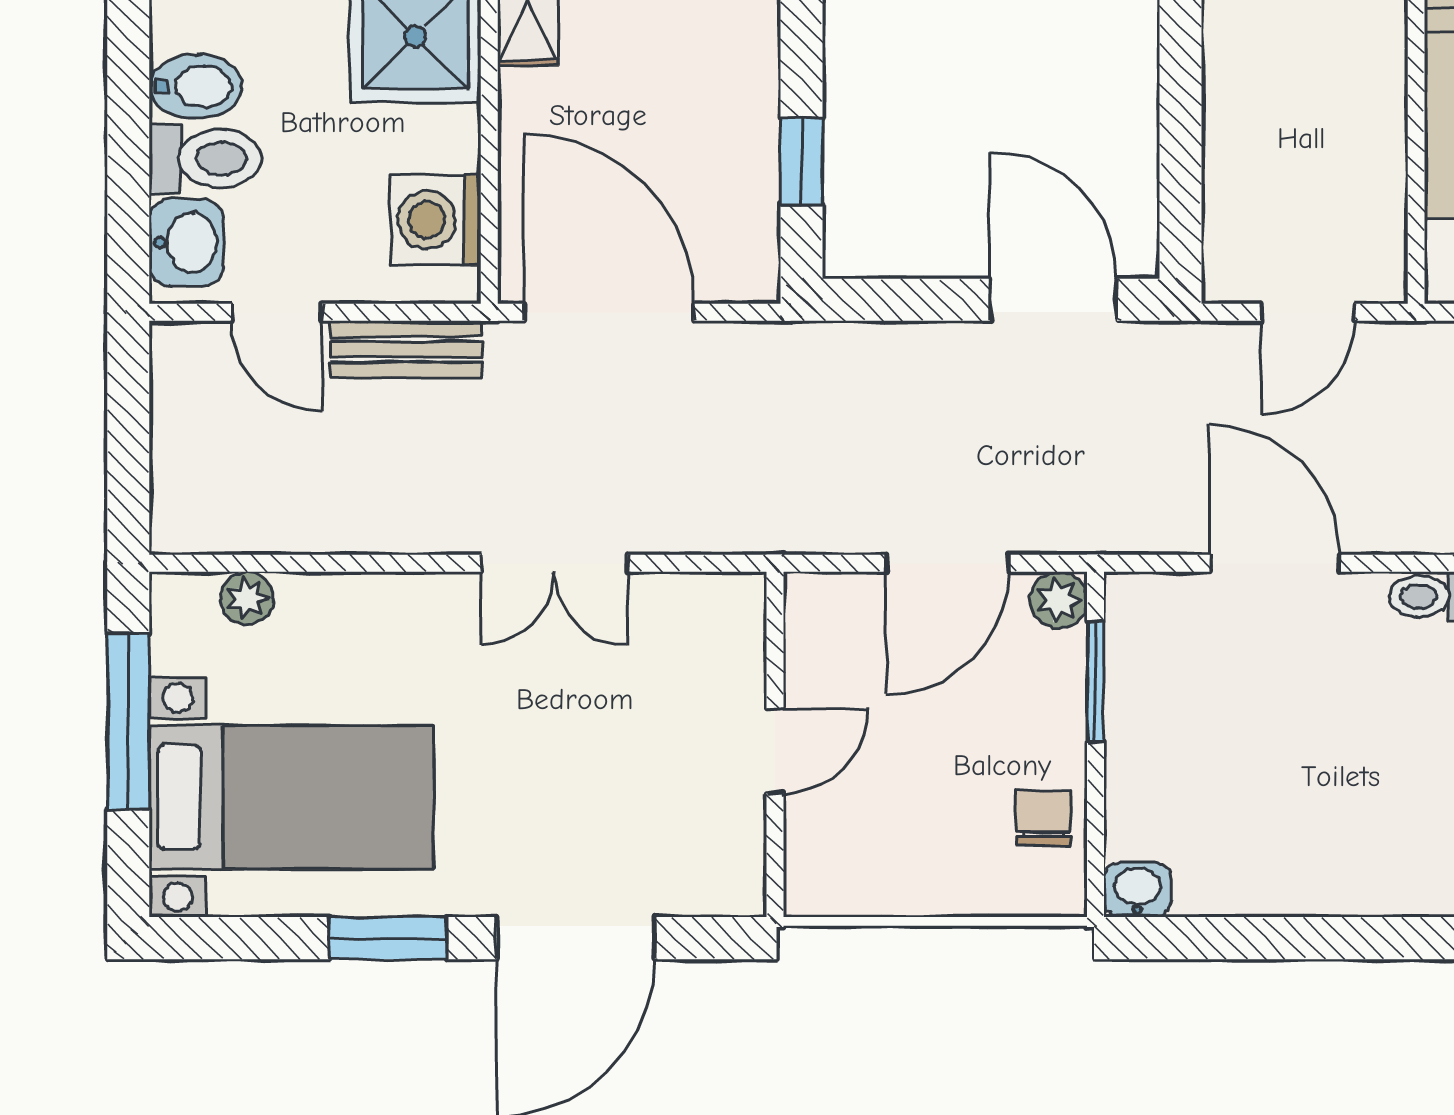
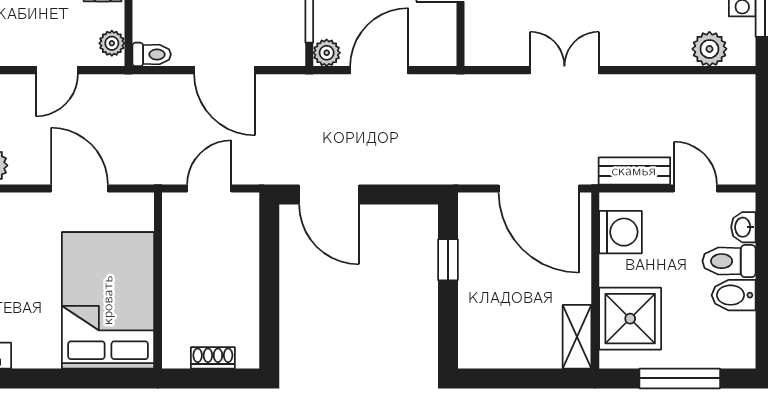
washbasin: (187, 242) -> (743, 227), width x0.72, depth x0.69
plant: (247, 598) -> (709, 49), width x1.38, depth x1.38

